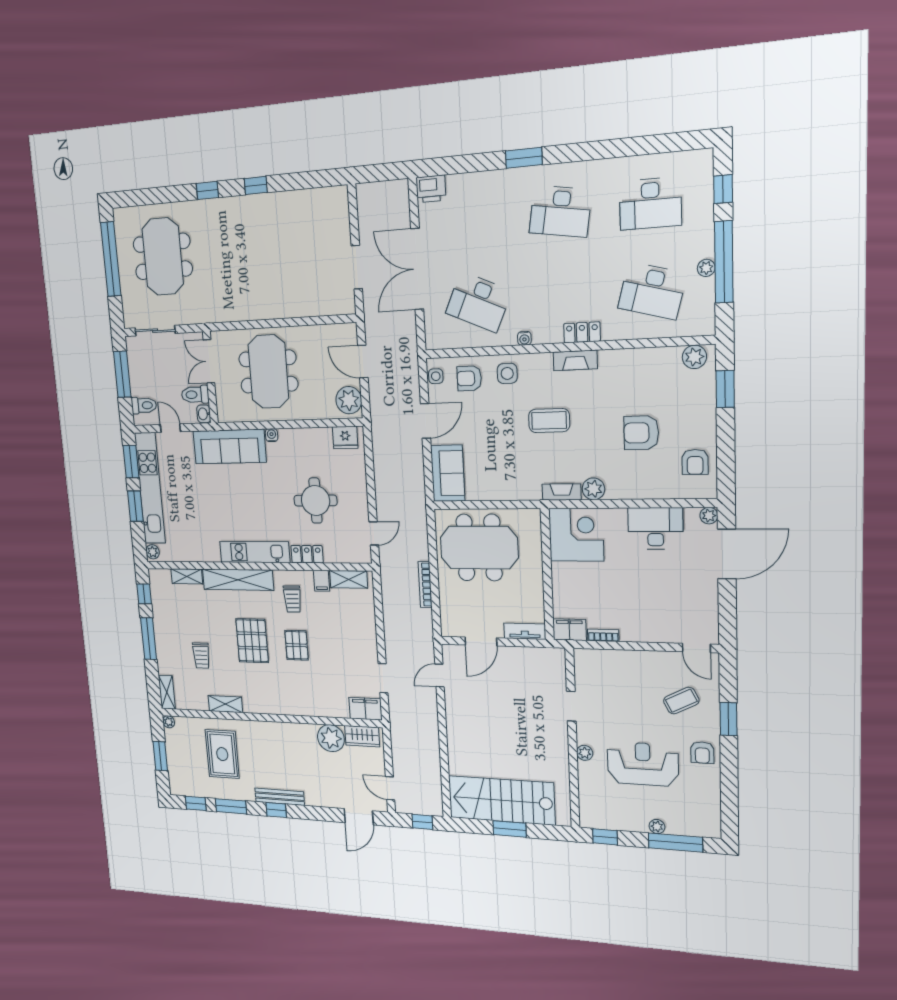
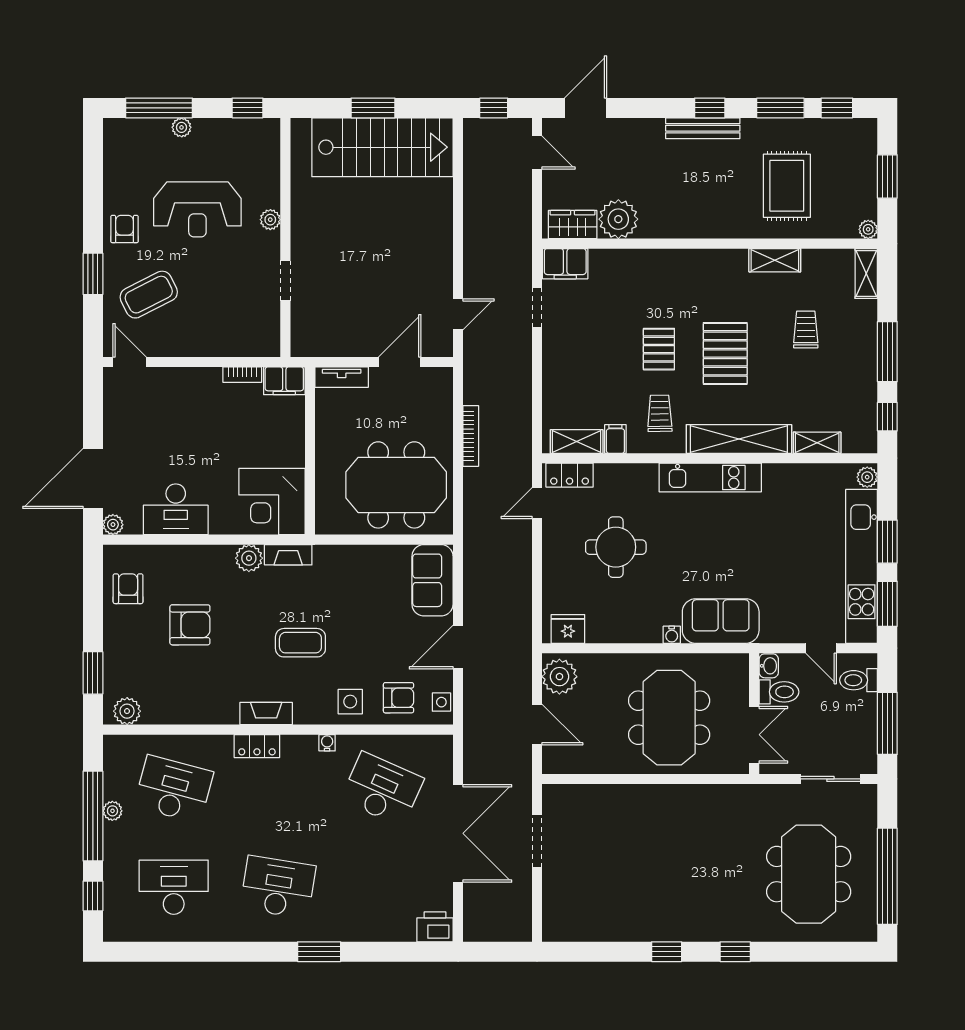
sofa: (229, 447) -> (721, 621), width x0.73
locker: (307, 554) -> (570, 475), moved
coffee table: (681, 701) -> (149, 295), width x1.36, depth x1.30

